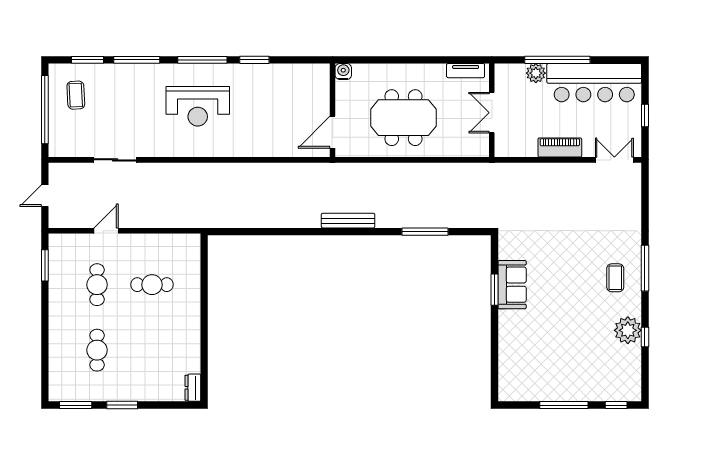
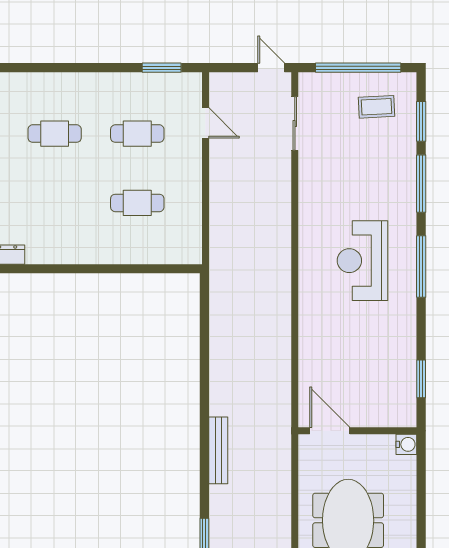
window: (254, 60) -> (421, 379), moved
sliding door: (115, 160) -> (295, 123), moved
door: (45, 196) -> (271, 68), moved
door: (106, 231) -> (205, 123), moved
cafe table: (152, 285) -> (137, 203), turned 90

